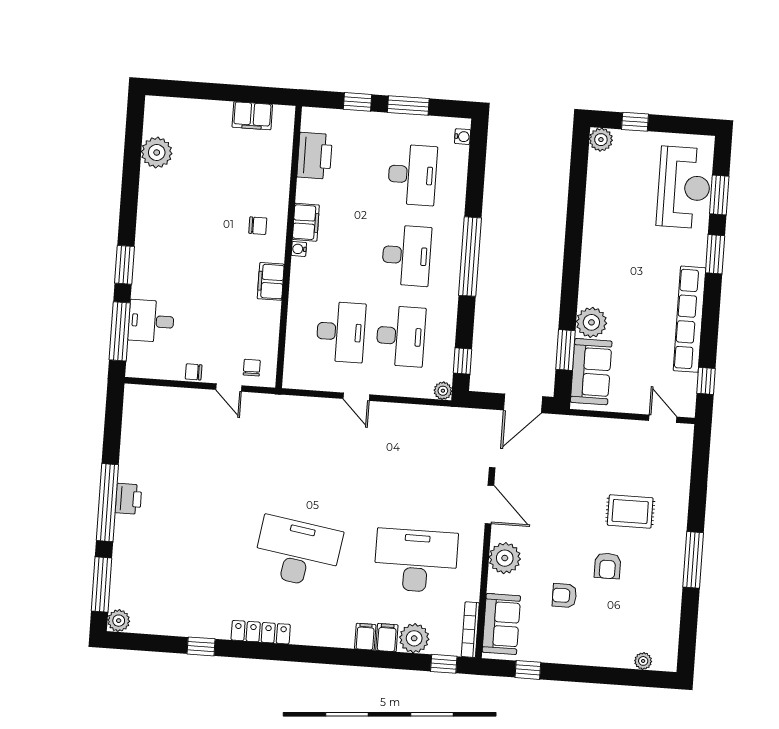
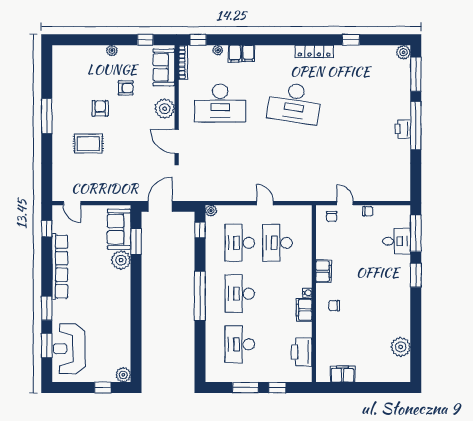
water cooler: (463, 137) -> (210, 371), removed
plant: (414, 638) -> (218, 50), width x0.53, depth x0.53
plant: (643, 661) -> (112, 51), moved

